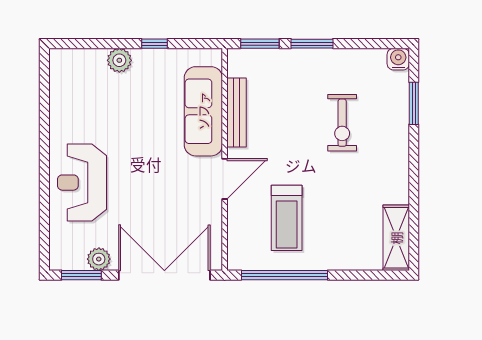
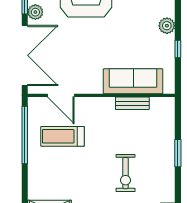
window: (260, 44) -> (178, 119), removed
bench: (237, 112) -> (132, 103), width x0.73
exercise bike: (342, 123) -> (126, 173), turned -90
door: (225, 179) -> (61, 95), moved

